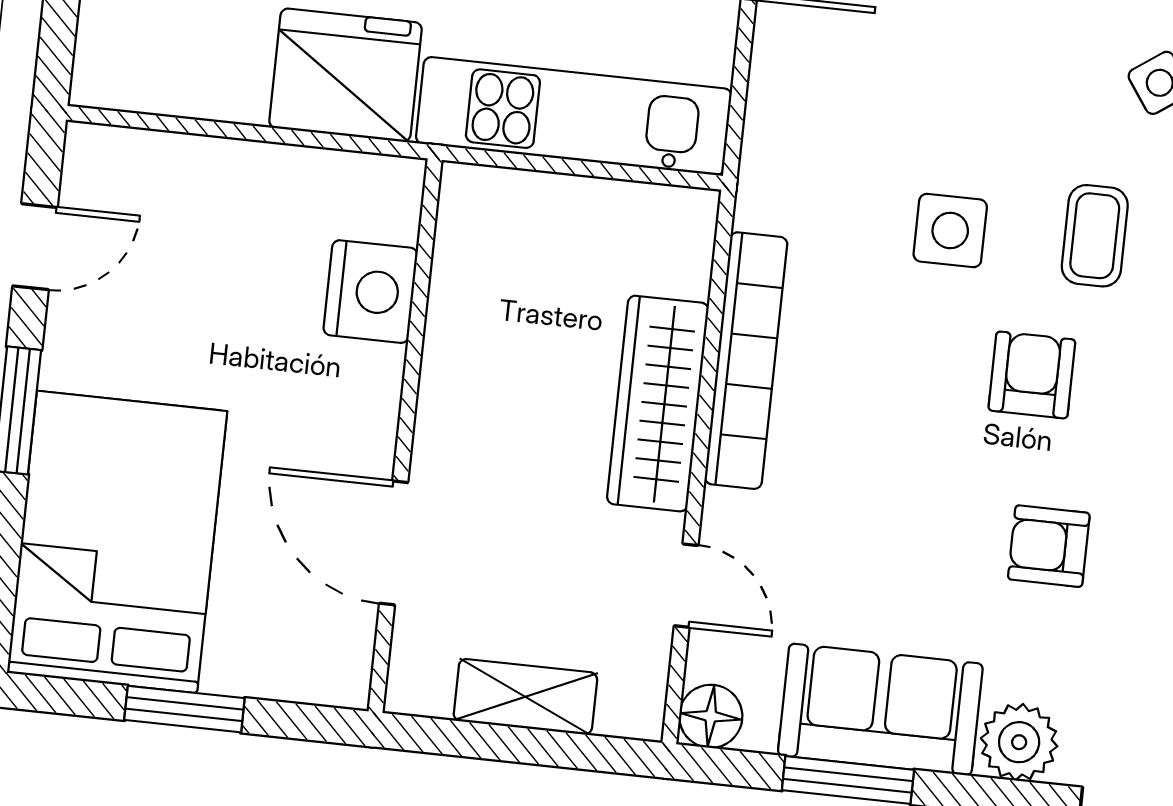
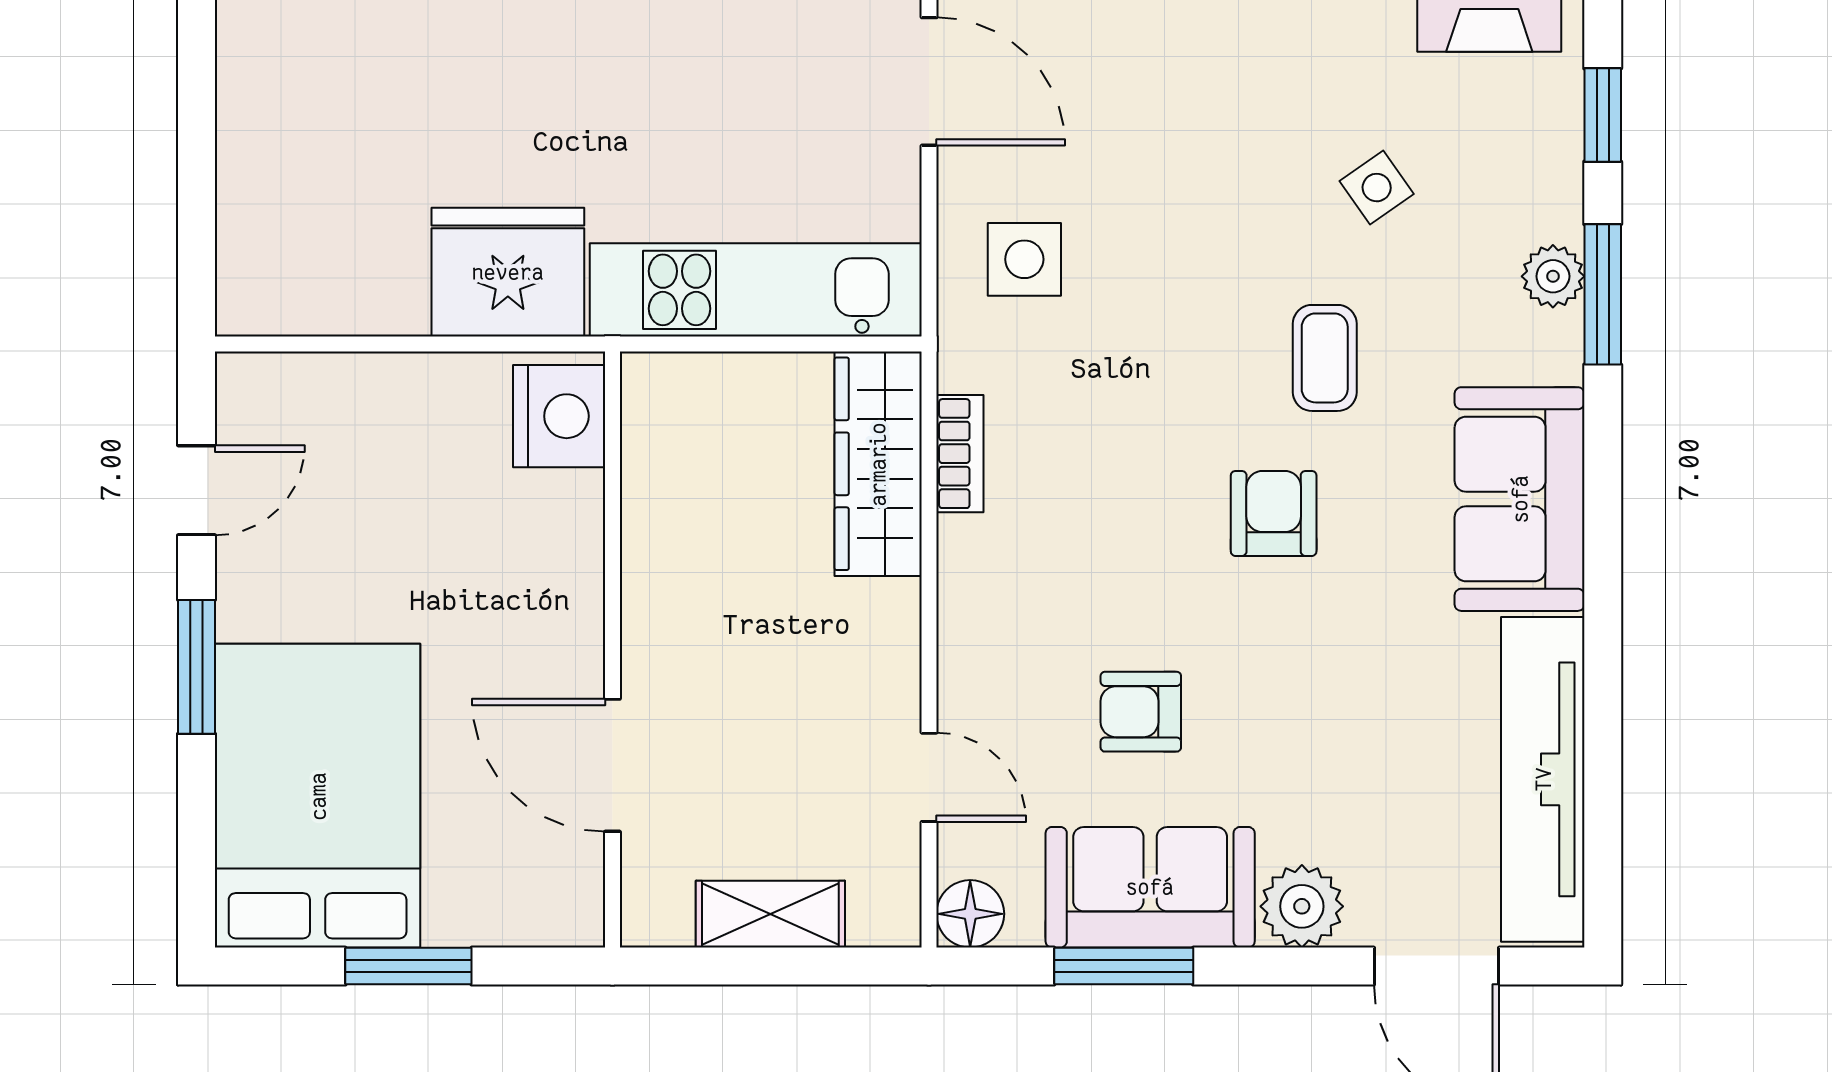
side table: (950, 231) -> (1024, 259), moved
nightstand: (370, 292) -> (559, 416), moved
bookcase: (746, 361) -> (960, 454), width x0.43, depth x0.76
wardrobe: (658, 404) -> (878, 464), moved
armchair: (1049, 546) -> (1141, 712), moved

